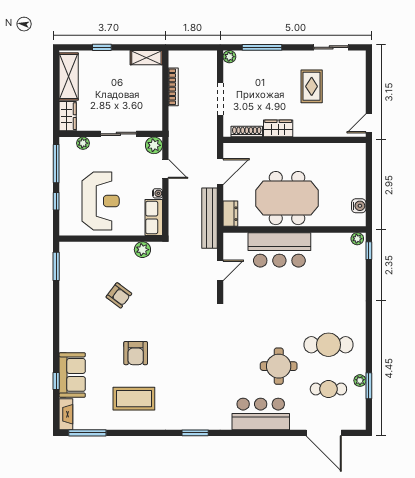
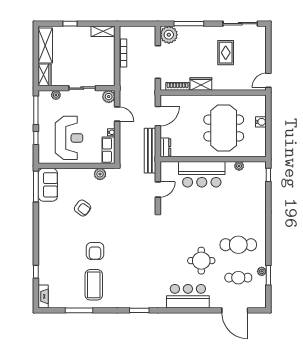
sliding door: (331, 47) -> (240, 24), width x1.37
plant: (229, 57) -> (169, 35), width x1.88, depth x1.88
doorway: (220, 99) -> (158, 62), width x1.36
meeting table: (287, 198) -> (224, 128), moved, turned 90
water cooler: (359, 206) -> (261, 122), moved
plant: (357, 239) -> (239, 166), moved
window: (56, 266) -> (36, 187), width x1.44
sofa: (72, 375) -> (48, 185), moved
coffee table: (134, 399) -> (94, 285), turned 90
window: (87, 433) -> (79, 310), moved

